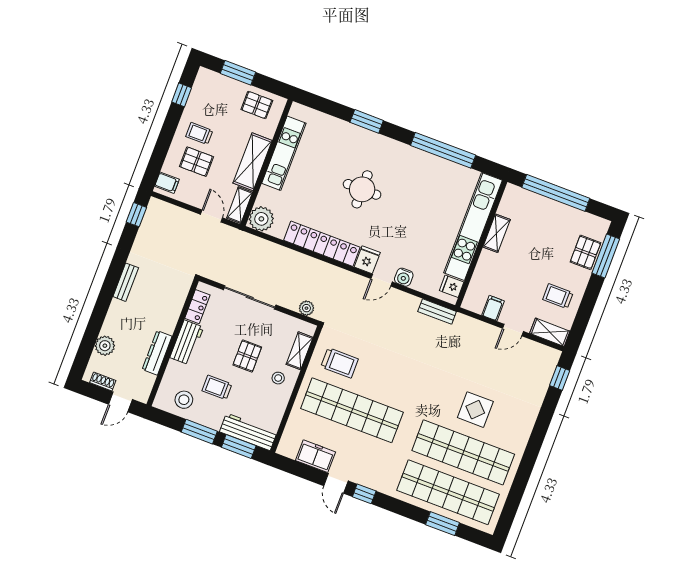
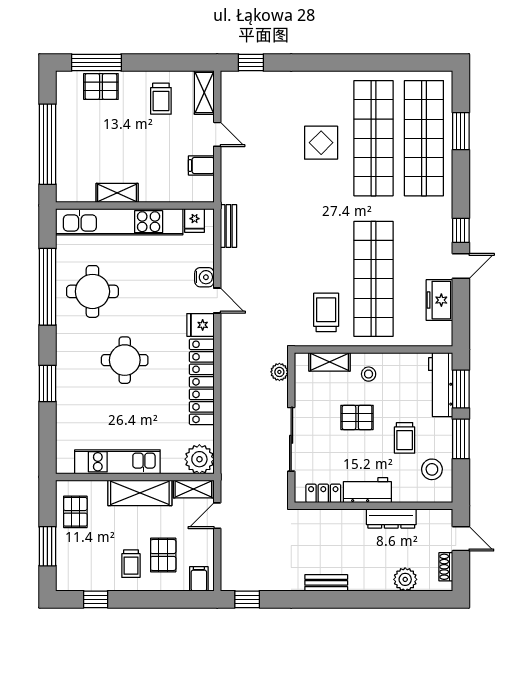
round table: (426, 184) -> (92, 291), added

